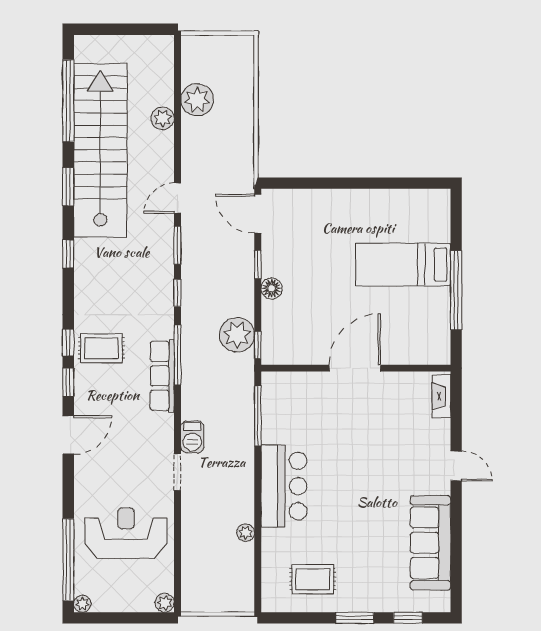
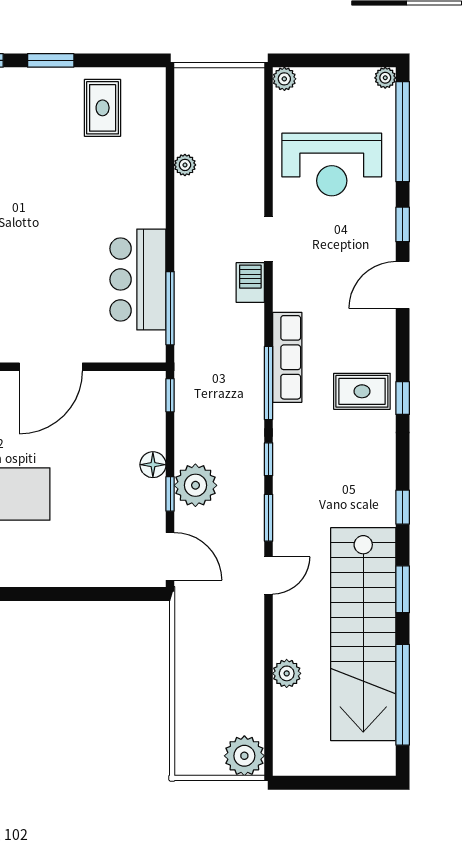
plant: (197, 100) -> (244, 756), moved
plant: (237, 335) -> (195, 485), moved
window: (68, 382) -> (403, 224), moved
bar counter: (284, 486) -> (138, 279), moved
rug: (313, 579) -> (103, 108), turned 90

